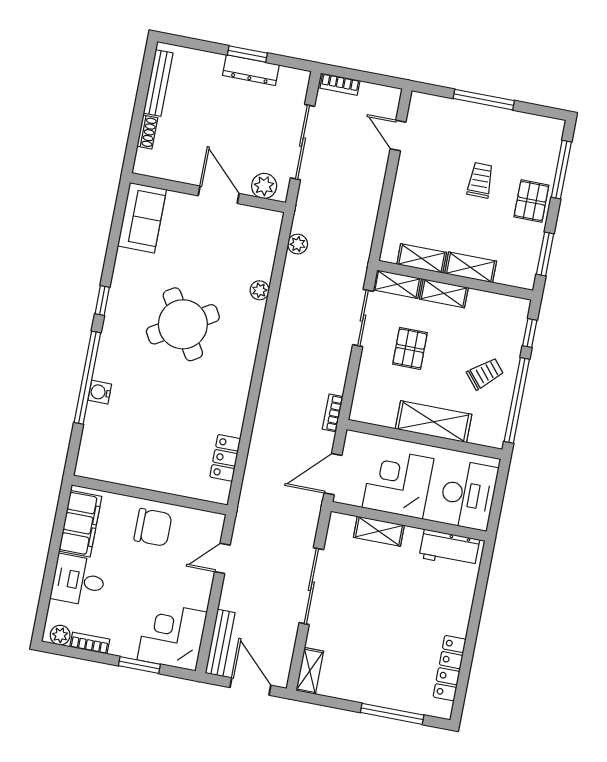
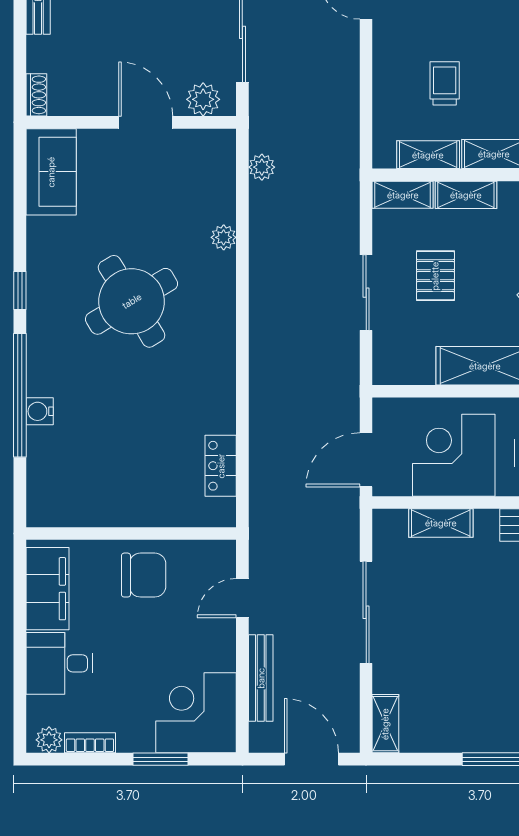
shoe rack: (147, 132) -> (36, 95), moved
trolley: (480, 180) -> (445, 83), moved
sliding door: (363, 318) -> (366, 293), moved
bookcase: (333, 413) -> (350, 380), removed
bench: (220, 643) -> (261, 678), moved

